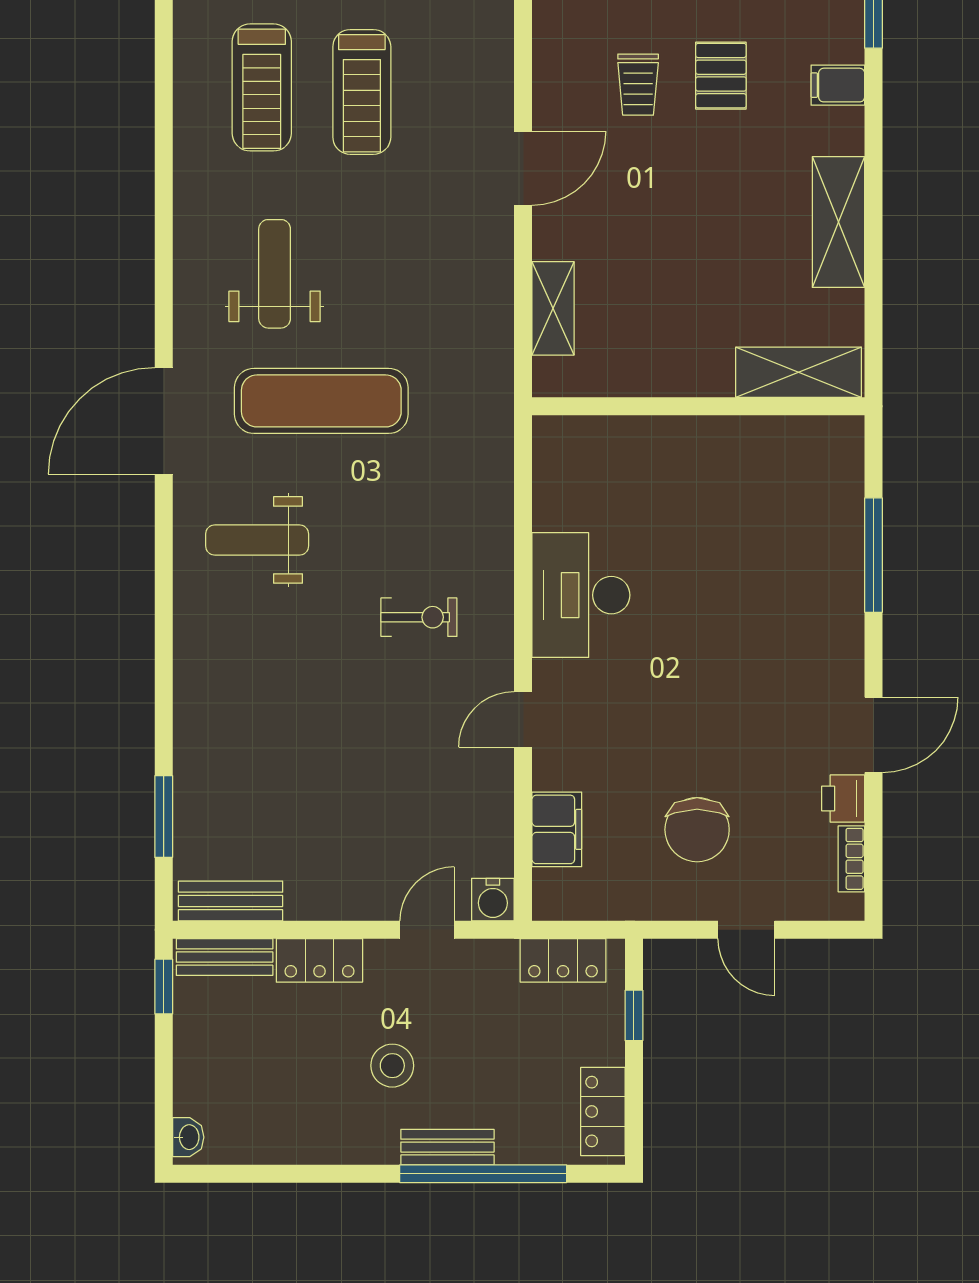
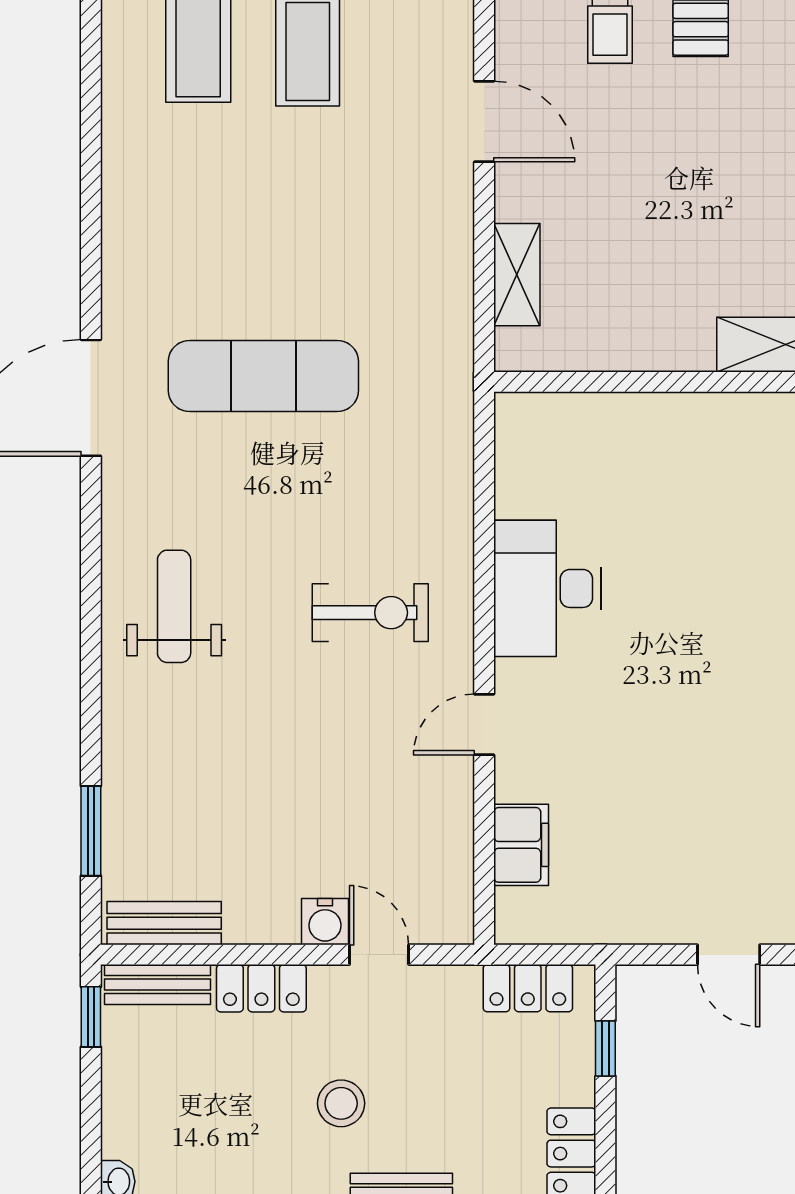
door: (523, 168) -> (484, 121), hinge flipped
weight bench: (275, 274) -> (212, 237), removed
weight bench: (257, 540) -> (174, 606), moved, turned 90
exercise bike: (419, 617) -> (370, 613), width x1.38, depth x1.39
chair: (697, 830) -> (675, 845), removed
water cooler: (493, 900) -> (325, 922), moved
door: (427, 930) -> (379, 955), hinge flipped

